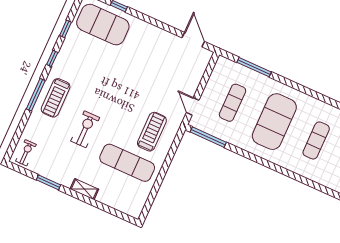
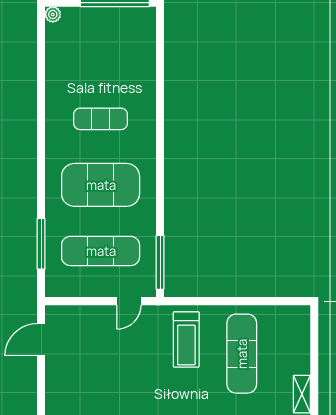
exercise mat: (233, 103) -> (101, 251), width x1.36, depth x1.45
treadmill: (152, 132) -> (186, 340), turned -90

